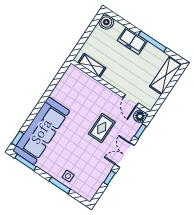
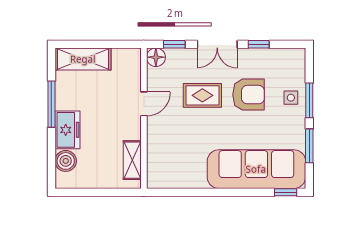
boiler: (106, 22) -> (66, 161), moved
door: (131, 101) -> (144, 104), moved
armchair: (85, 154) -> (249, 95), added
window: (26, 162) -> (309, 146), moved

